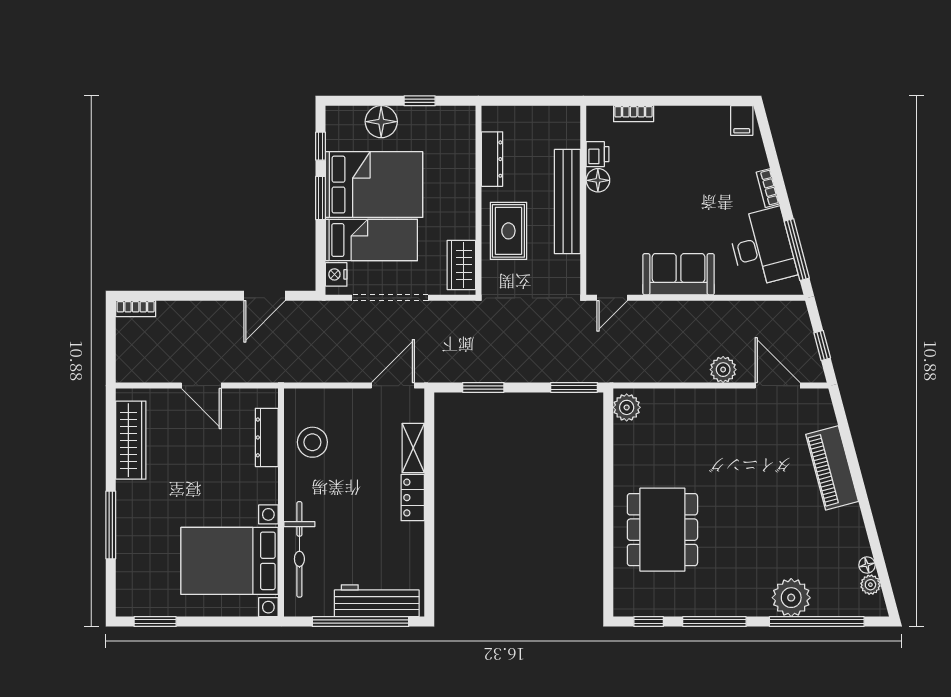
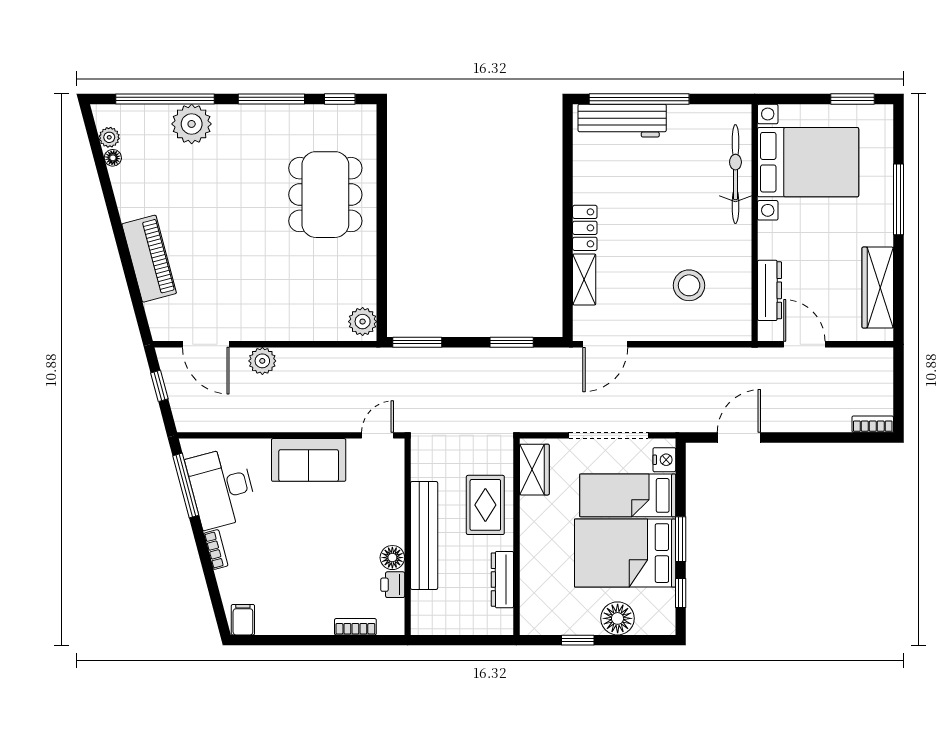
dresser: (267, 437) -> (769, 290), moved
wall: (281, 503) -> (755, 223), moved
bicycle: (299, 549) -> (735, 174), moved
bed with nightstands: (230, 561) -> (808, 162), moved

